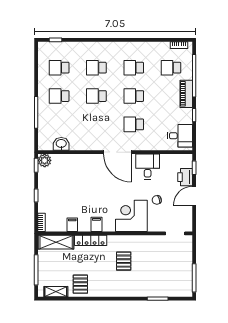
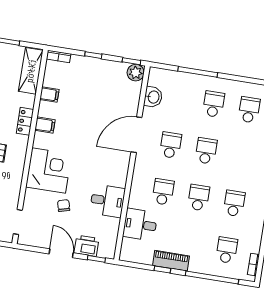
school desk: (96, 68) -> (171, 145), moved
piano: (186, 94) -> (171, 261), moved
desk: (180, 136) -> (140, 225), moved, turned 90
door: (117, 152) -> (136, 135), moved
locker: (91, 240) -> (25, 121), width x0.66

